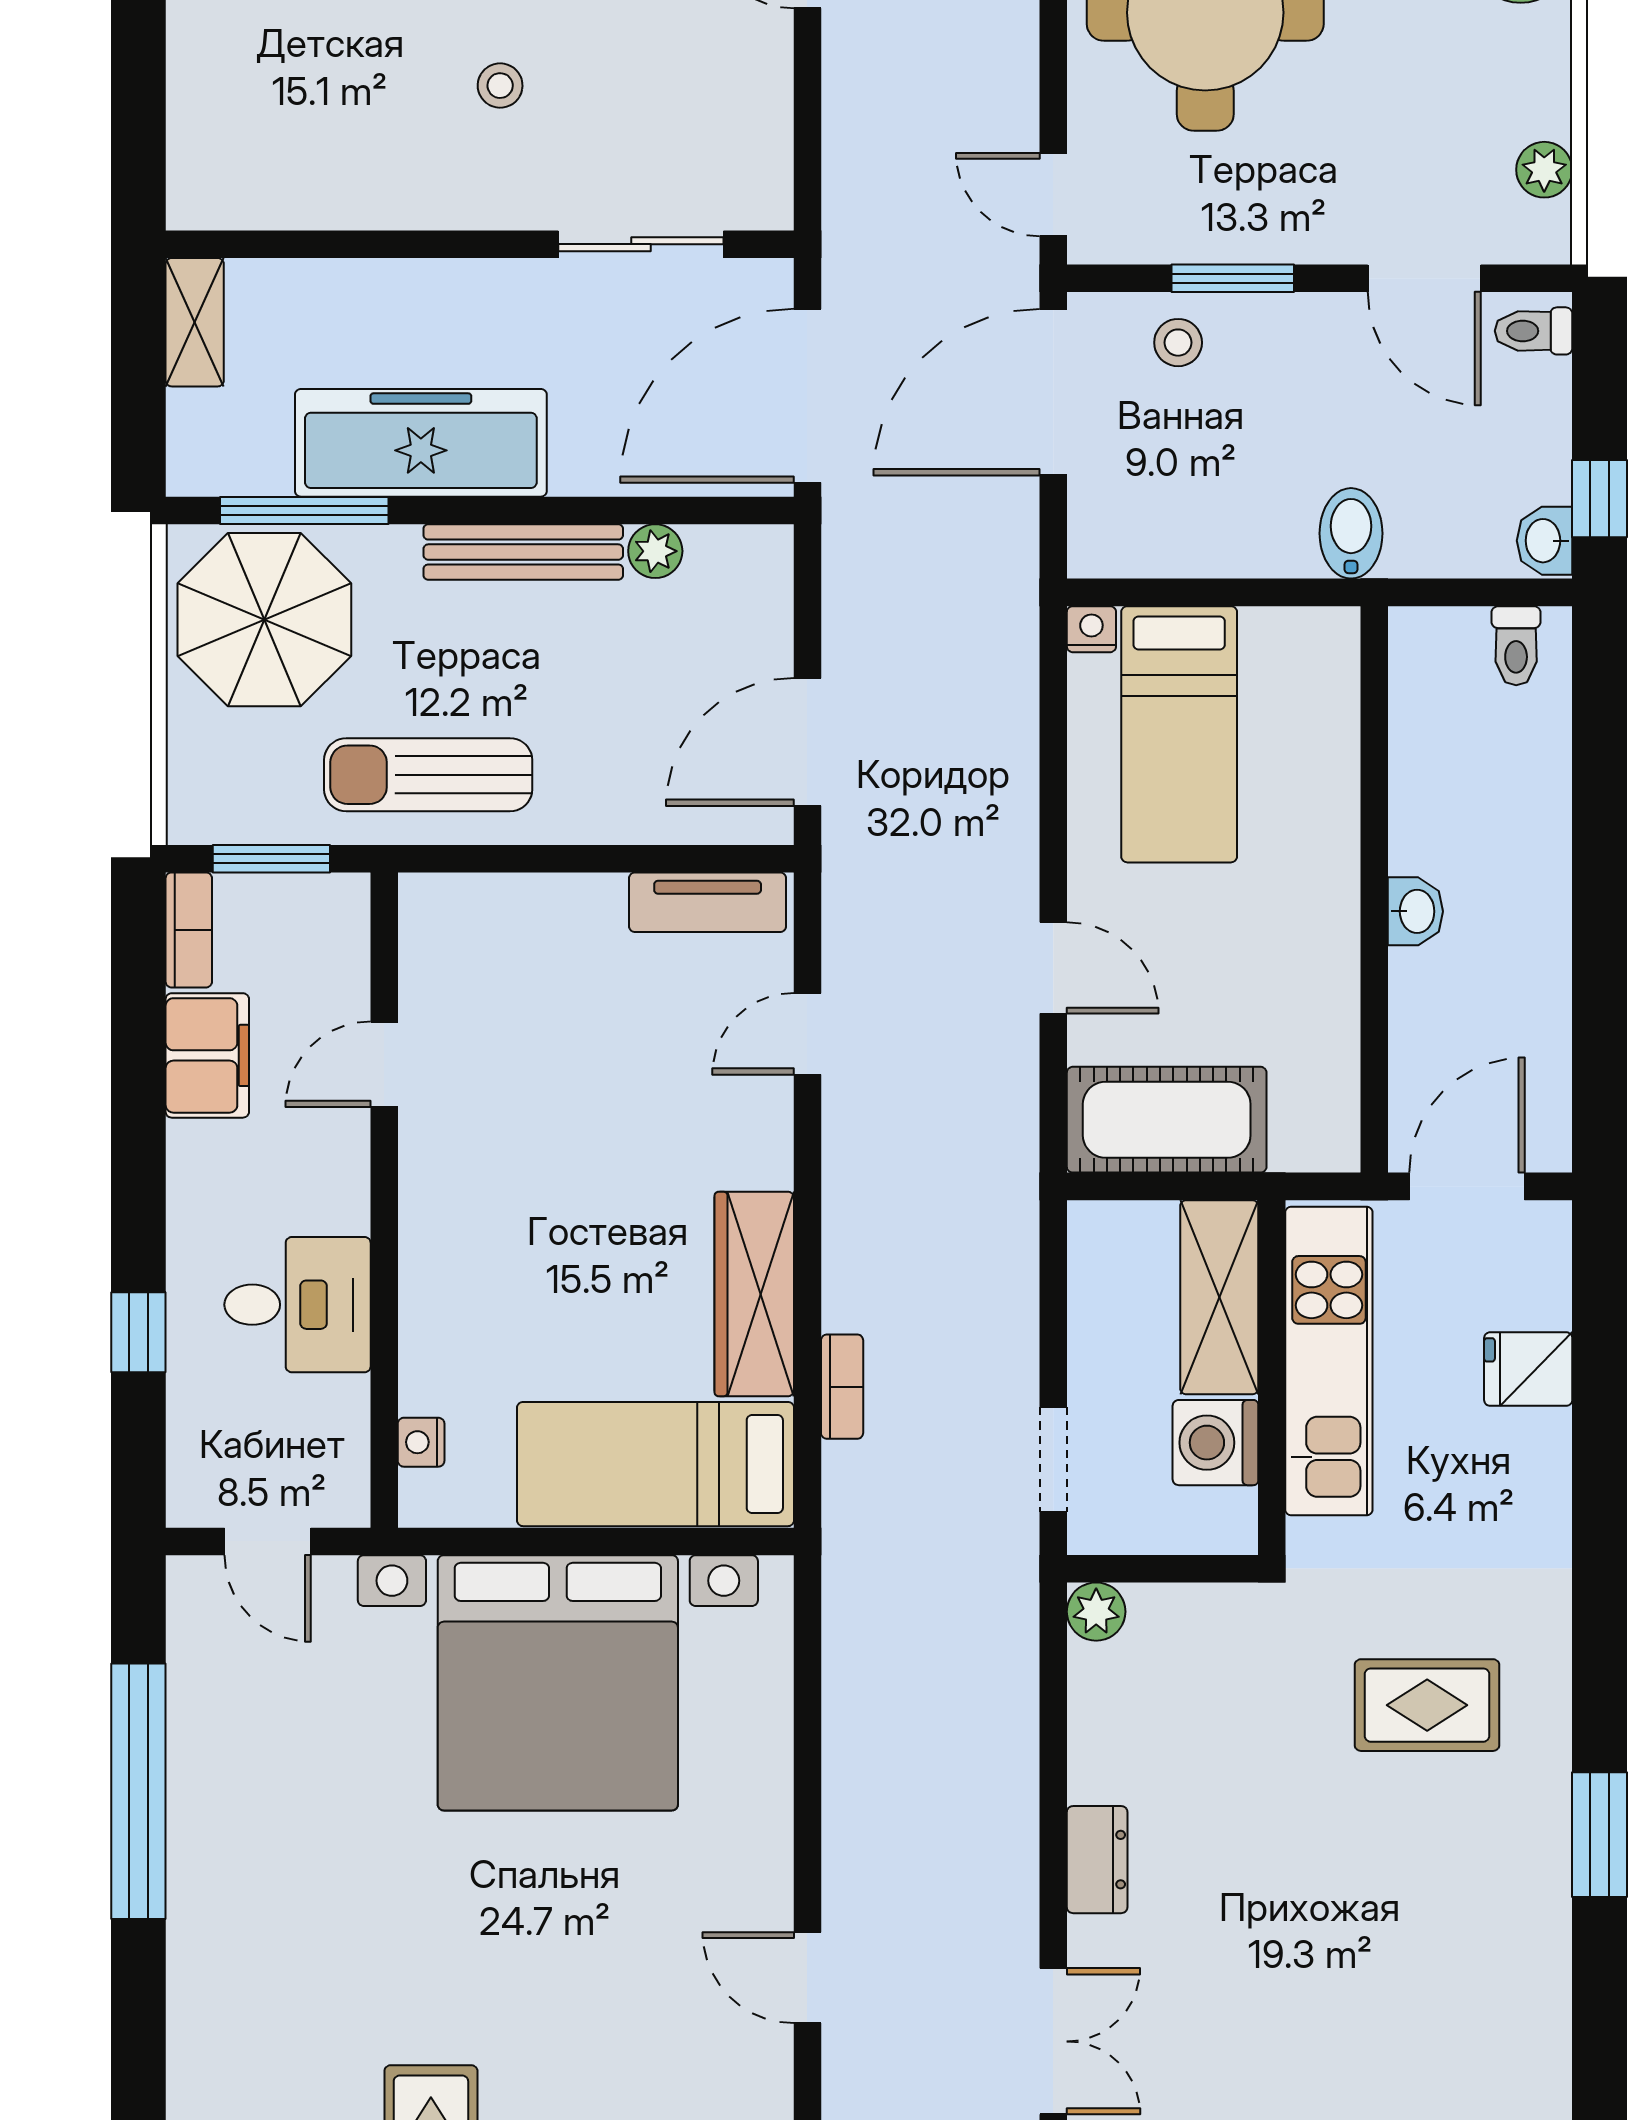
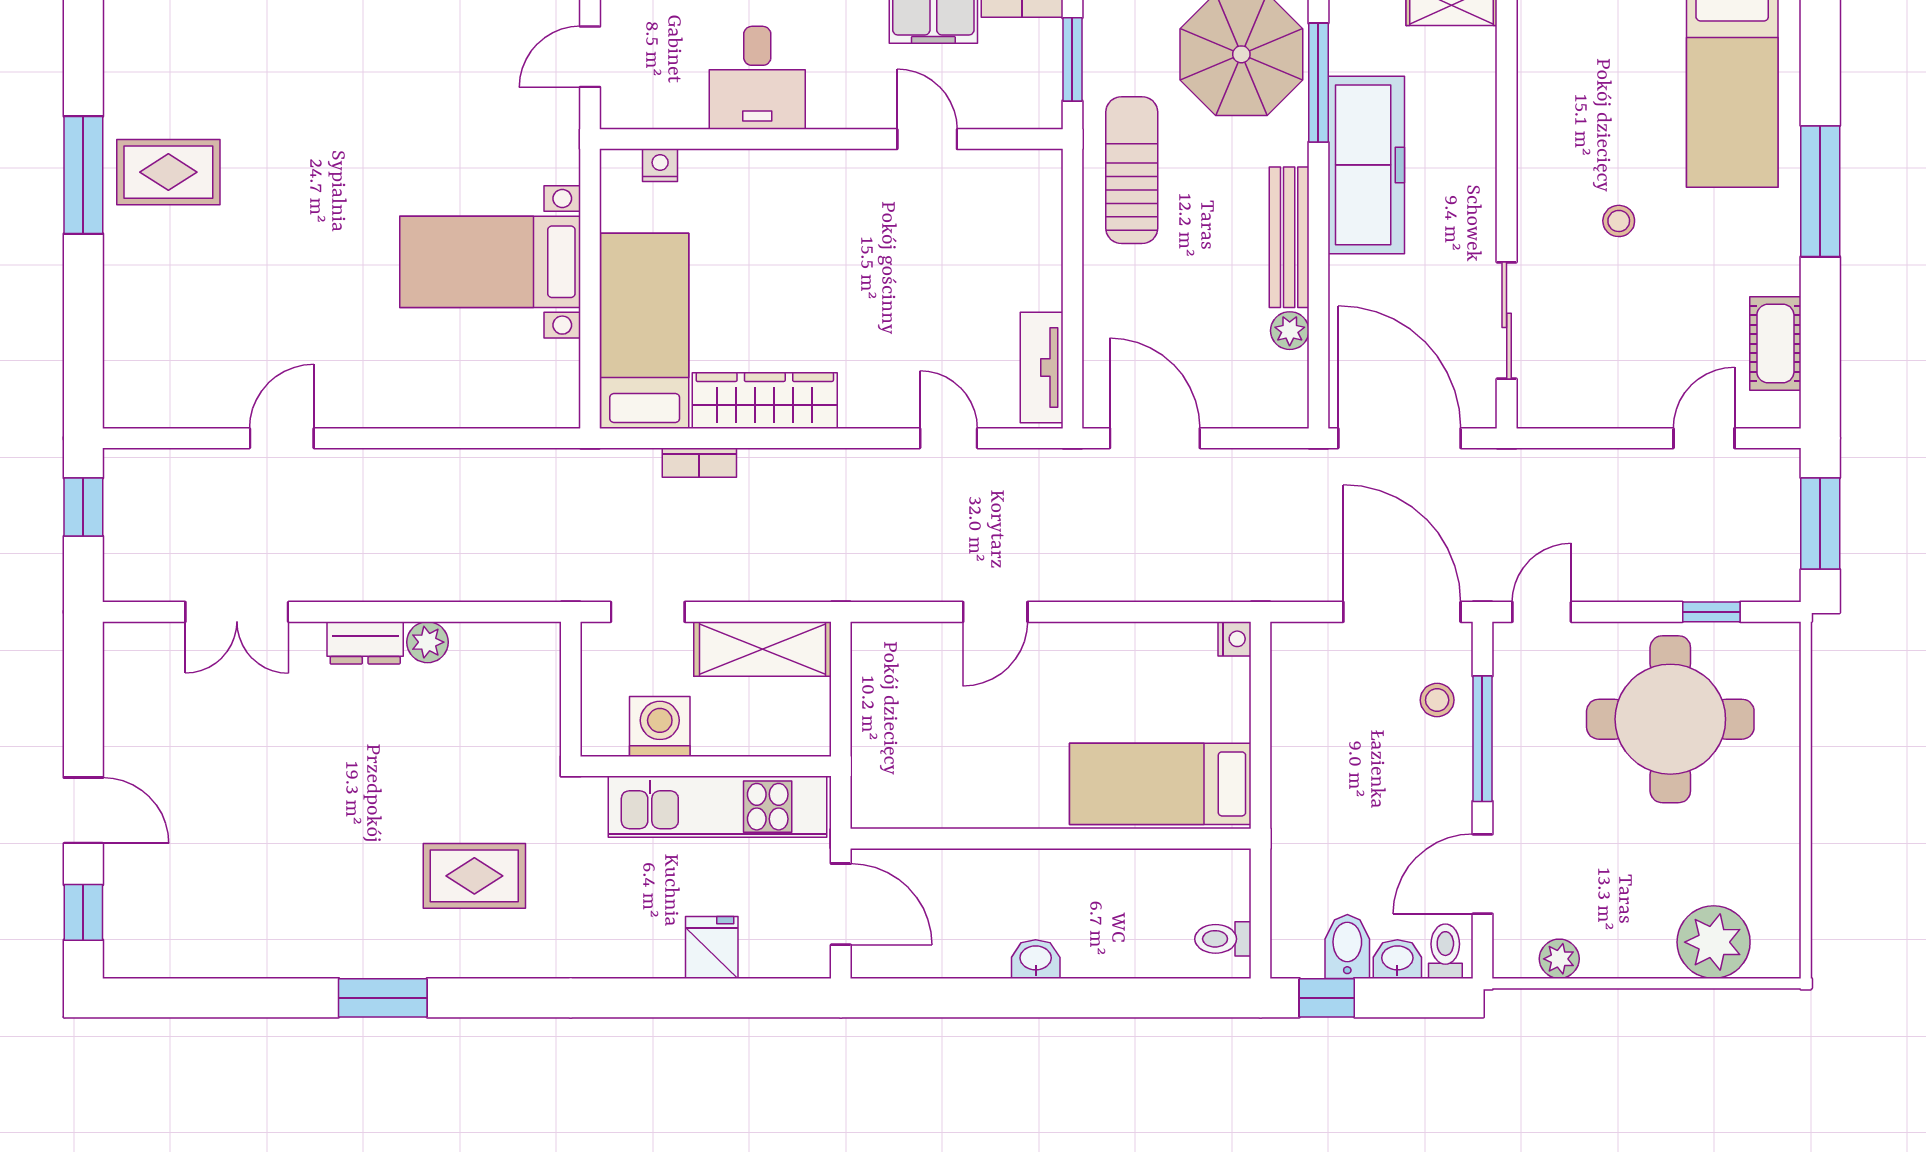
window: (1233, 278) -> (1482, 739), width x1.44
bidet: (1351, 533) -> (1347, 946), moved, turned -90
washbasin: (1545, 541) -> (1397, 959), moved
bed: (1179, 734) -> (1160, 784), moved
washbasin: (1415, 911) -> (1036, 959), moved, turned 180
cot: (1167, 1120) -> (888, 692), removed
shelving: (1219, 1297) -> (763, 649), moved
plant: (1096, 1612) -> (428, 642), moved
bed with nightstands: (558, 1683) -> (490, 262), width x0.54
rug: (1427, 1705) -> (474, 876), turned 90

